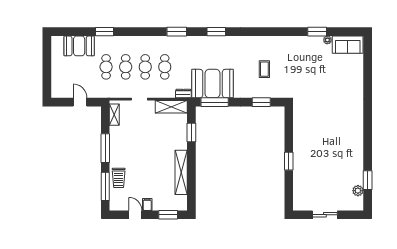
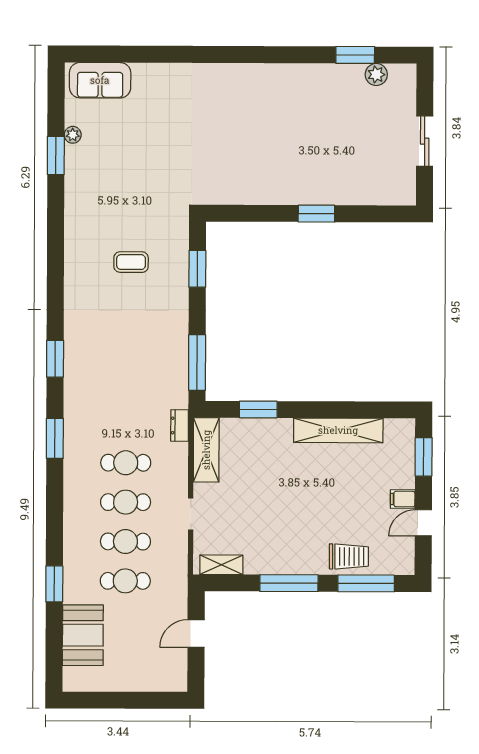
sofa: (348, 45) -> (100, 80), moved, turned 90
booth: (213, 84) -> (160, 367), removed

